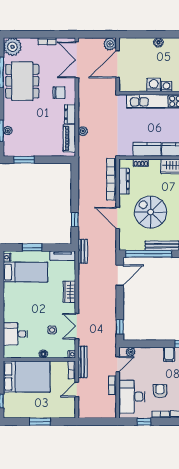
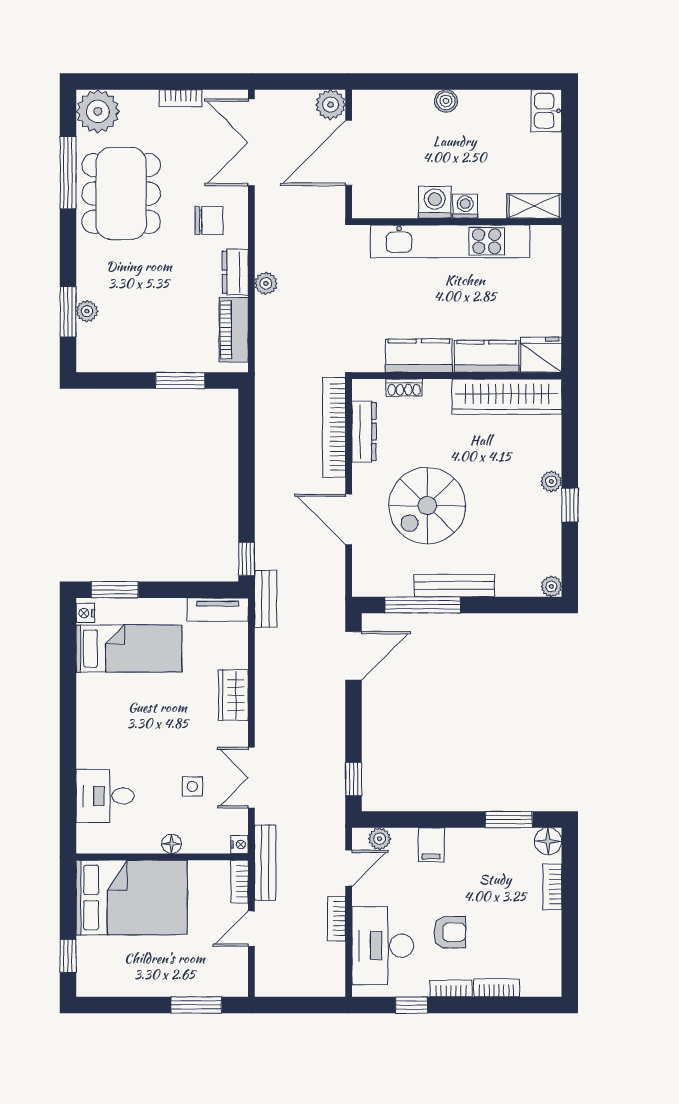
plant: (83, 131) -> (266, 283), moved
window: (24, 160) -> (180, 381), moved
spiral stairs: (151, 212) -> (427, 506), turned -90
window: (75, 219) -> (247, 559), moved
window: (32, 247) -> (115, 590), moved
window: (149, 254) -> (423, 605), width x0.68
filing cabinet: (169, 354) -> (431, 845), moved
armchair: (160, 391) -> (450, 932), turned 90
window: (40, 422) -> (196, 1005), moved

